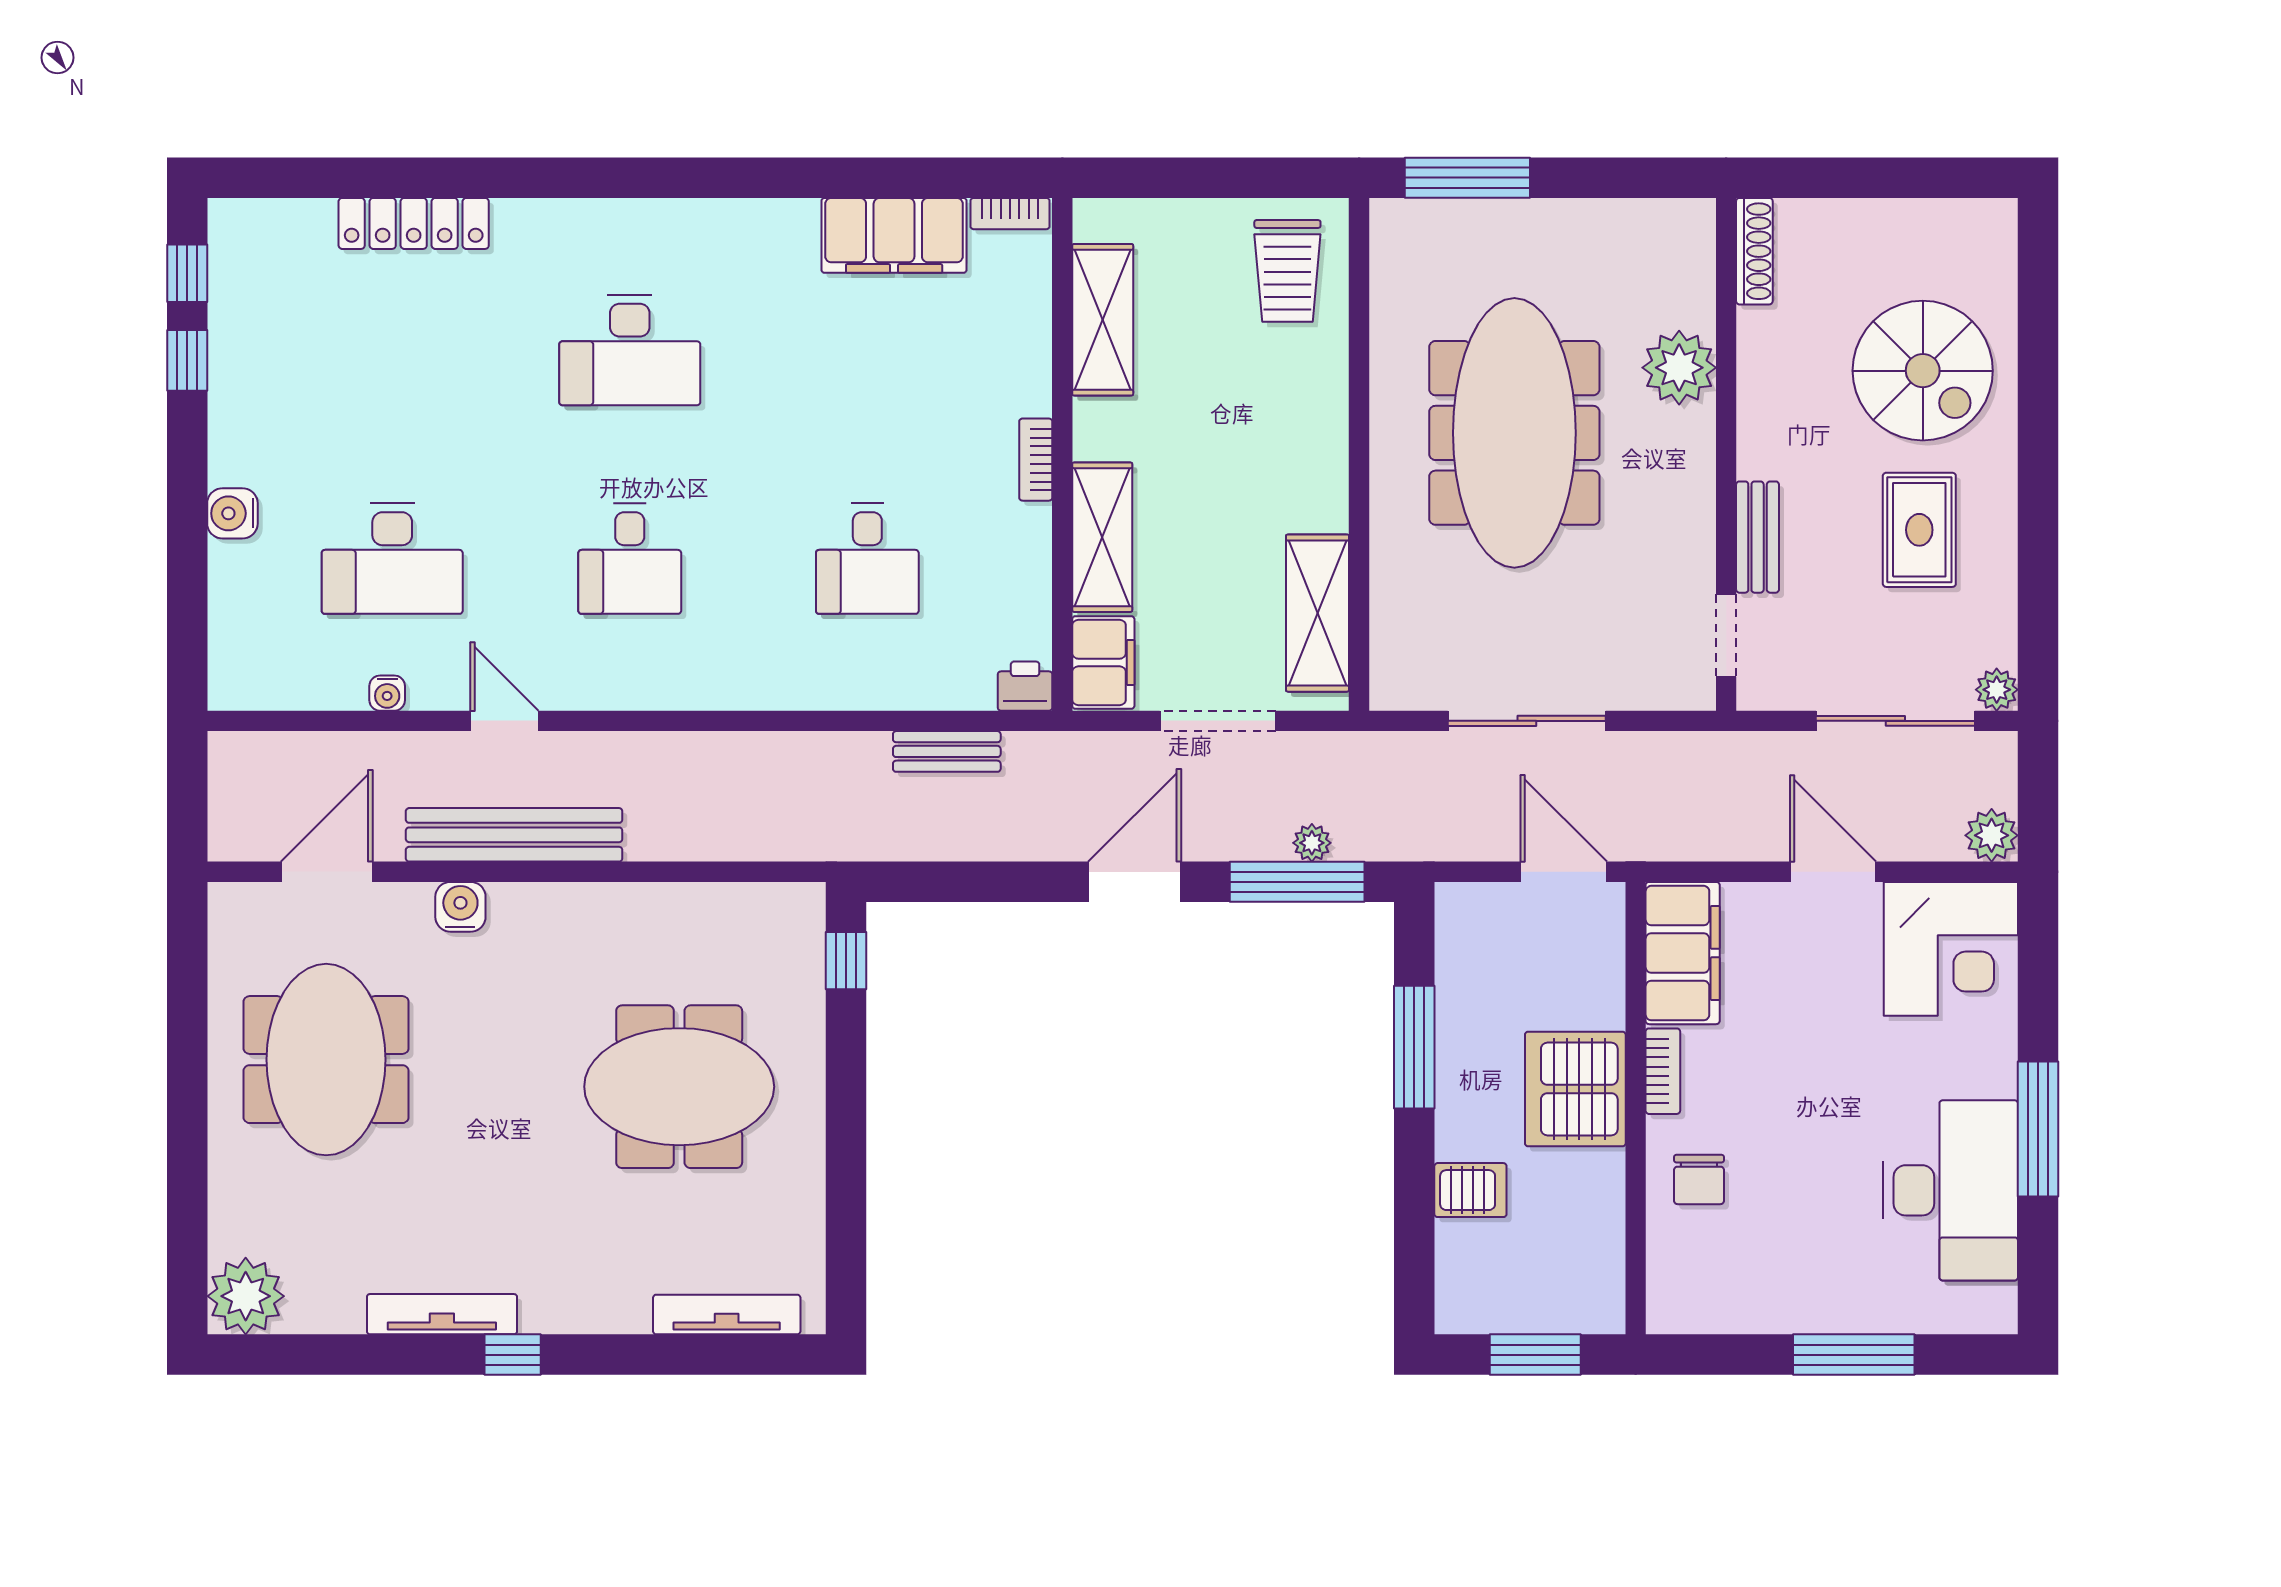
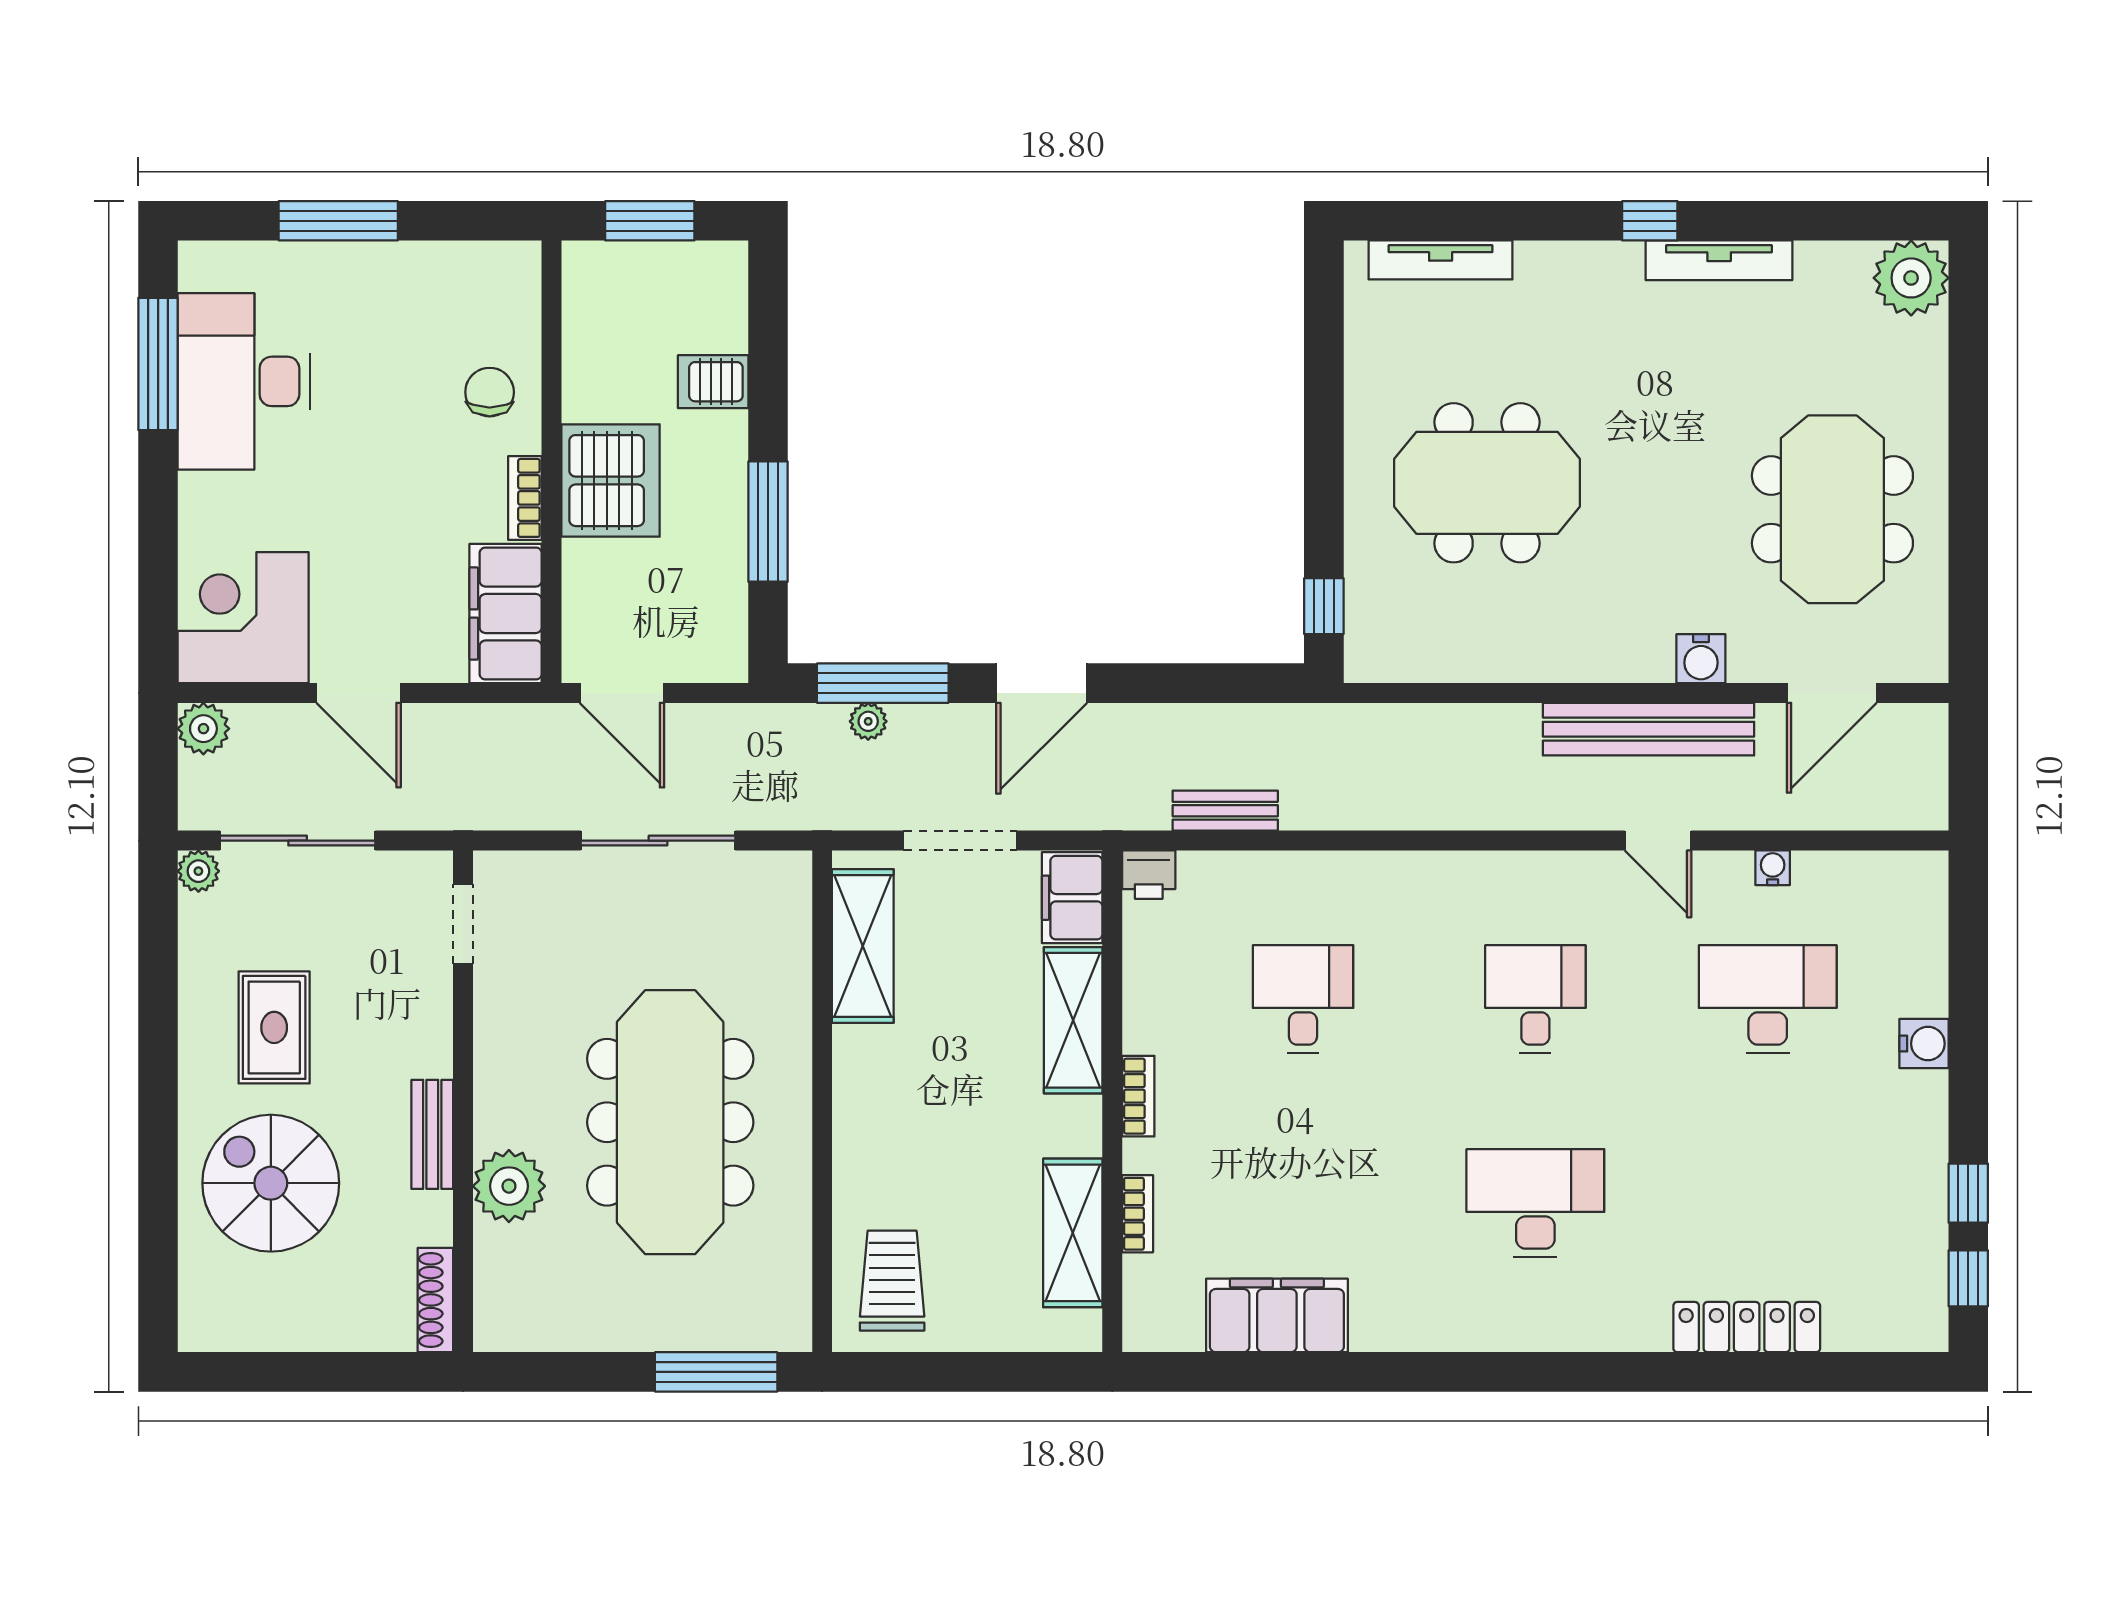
bookcase: (1010, 214) -> (1138, 1214), moved, turned 90
bench: (1758, 537) -> (432, 1134), moved
window: (2038, 1129) -> (158, 364), moved

